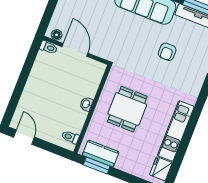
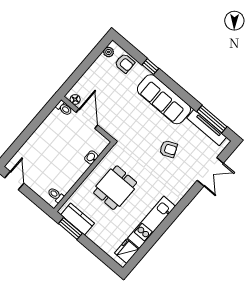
armchair: (167, 52) -> (168, 149), turned -113
washbasin: (86, 104) -> (91, 157), moved

